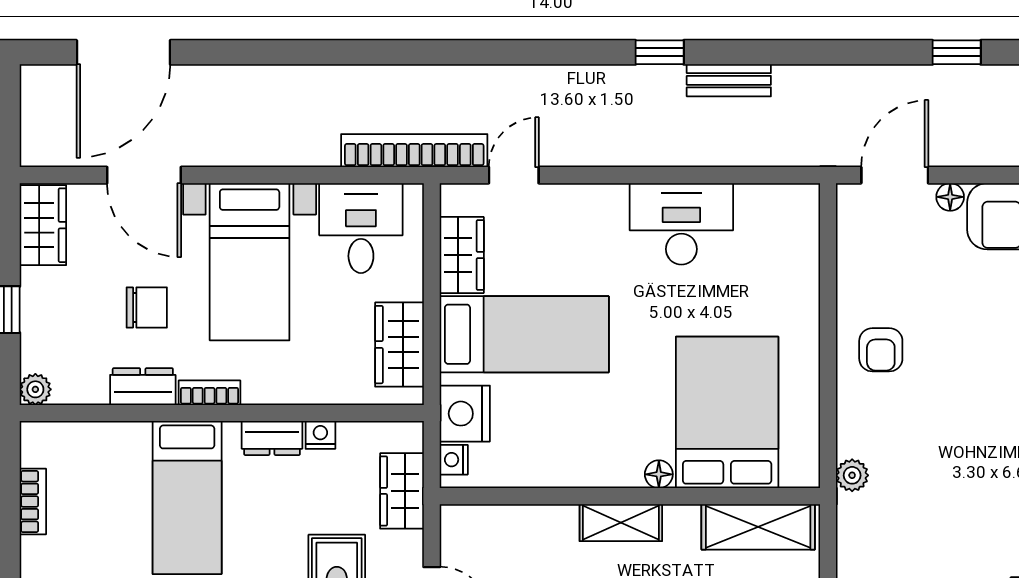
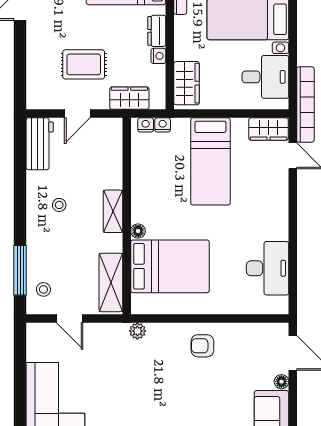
desk: (681, 224) -> (268, 268), moved
wardrobe: (462, 255) -> (269, 129), moved
wardrobe: (399, 345) -> (186, 83), moved, turned 90
nightstand: (465, 414) -> (163, 125), width x0.53, depth x0.56

